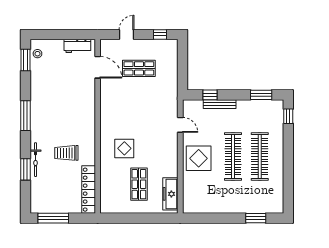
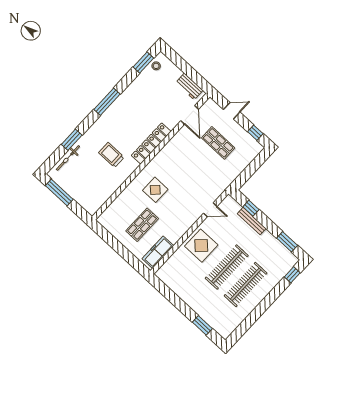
door: (180, 125) -> (210, 210), hinge flipped
bicycle: (36, 160) -> (68, 158), moved
locker: (89, 190) -> (151, 143), moved

